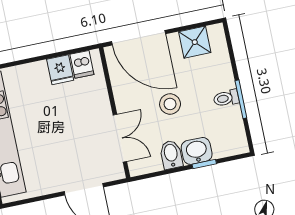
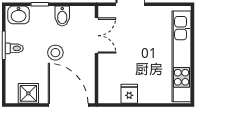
dishwasher: (82, 64) -> (113, 94), removed
double door: (120, 138) -> (97, 36), swing flipped
washbasin: (197, 151) -> (19, 15), moved

